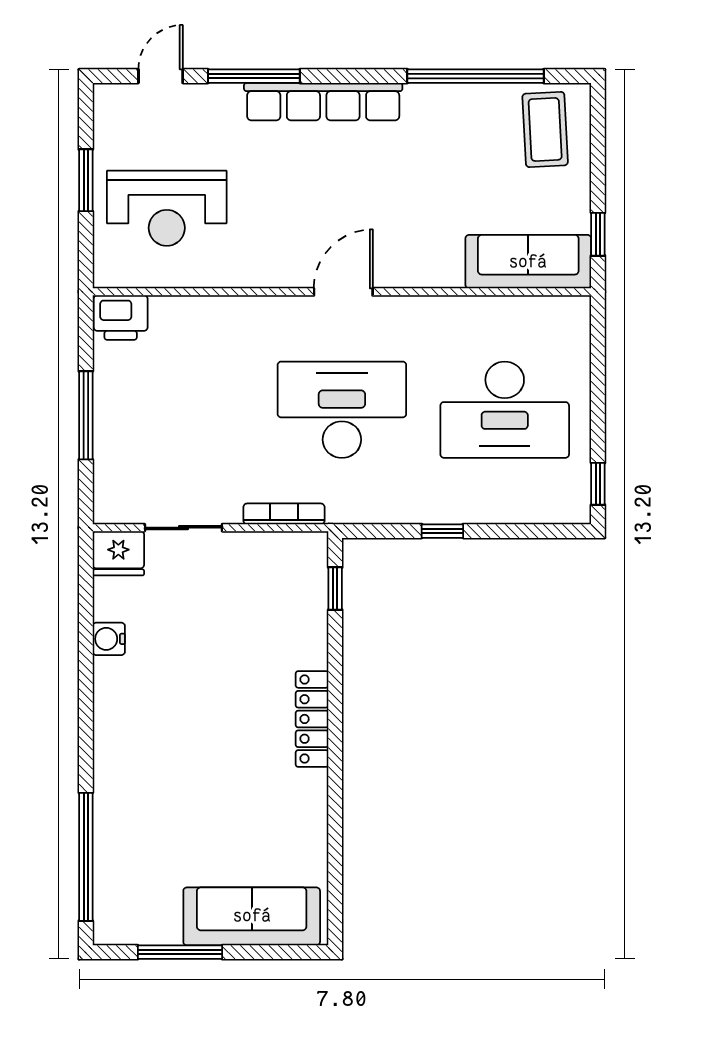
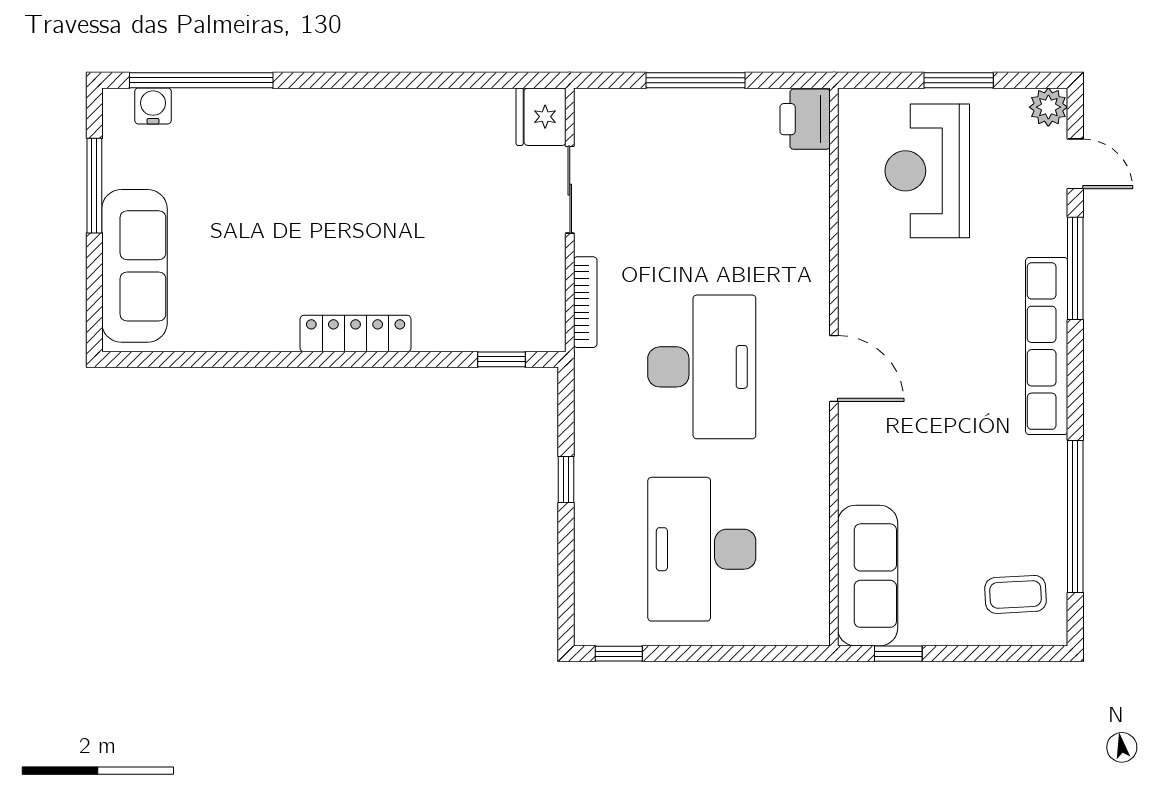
plant: (110, 100) -> (1048, 107), added
coffee table: (545, 129) -> (1016, 594), width x0.73, depth x0.77
water cooler: (109, 639) -> (153, 106), moved

